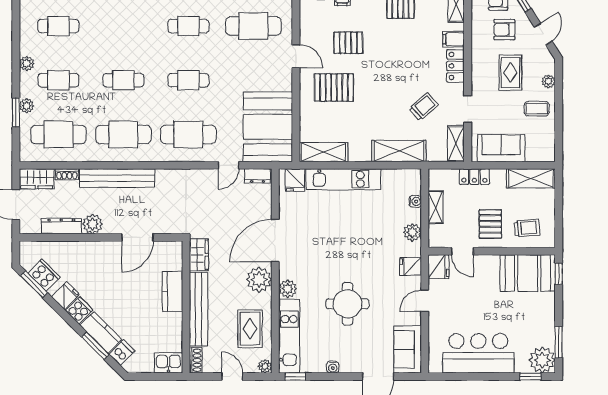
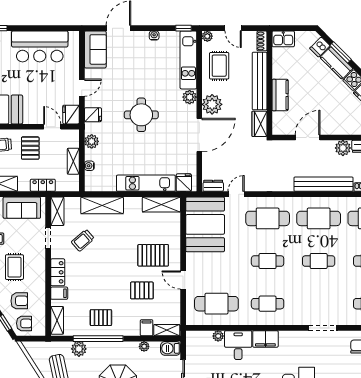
round table: (347, 304) -> (141, 115), moved

